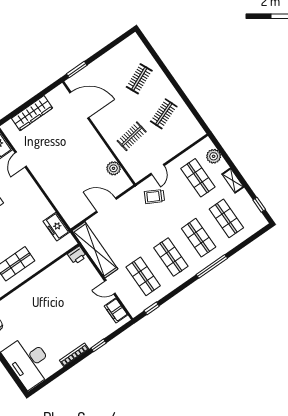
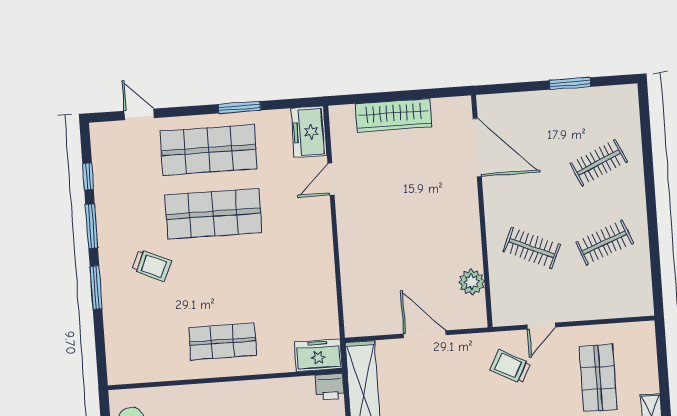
window: (77, 70) -> (570, 84), moved
clothes rail: (132, 136) -> (531, 248), turned 33
plant: (214, 156) -> (644, 358), removed
freezer: (56, 227) -> (318, 355), moved, turned 90

